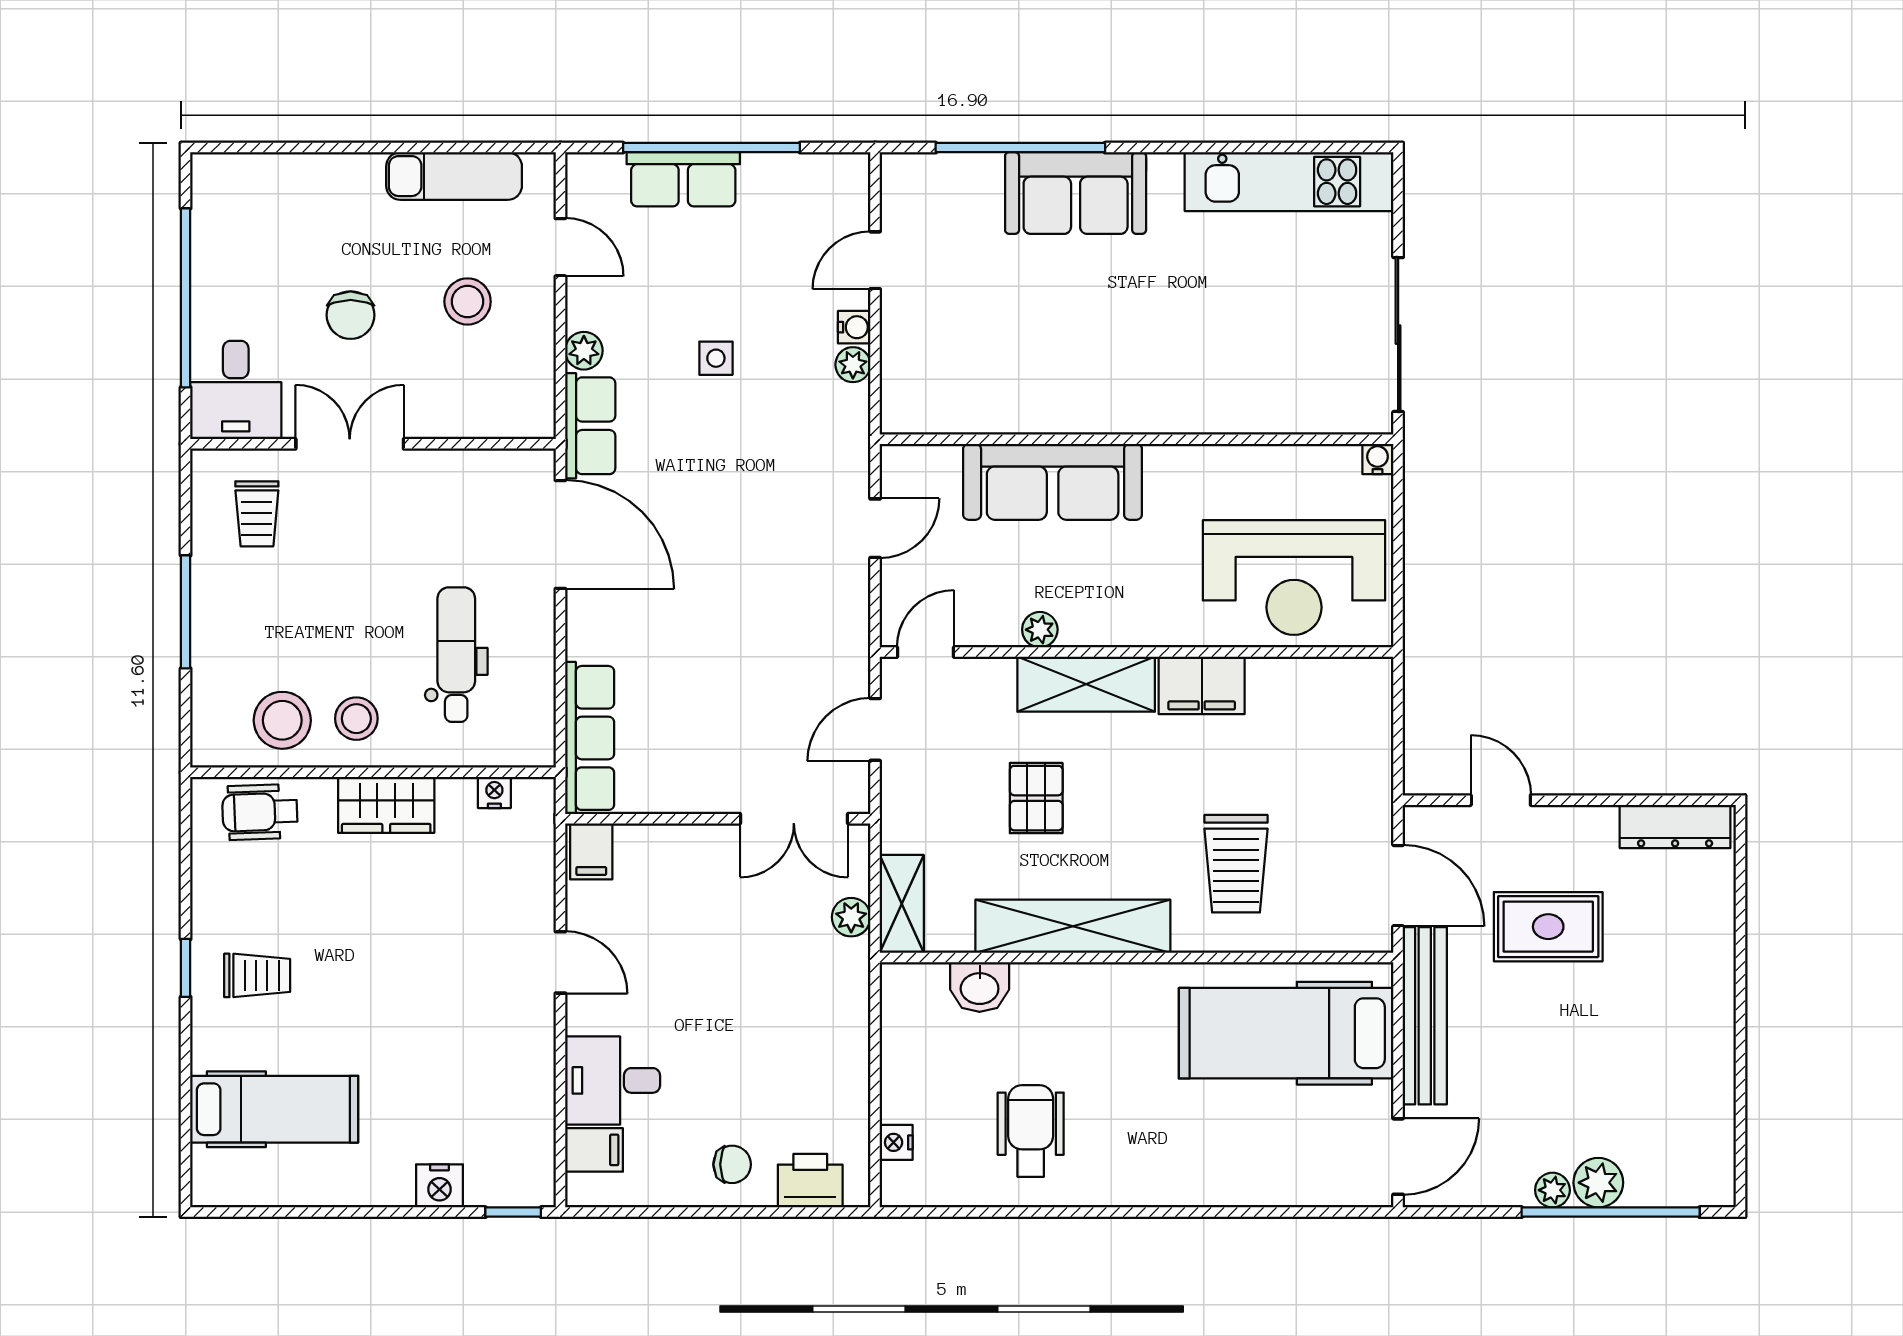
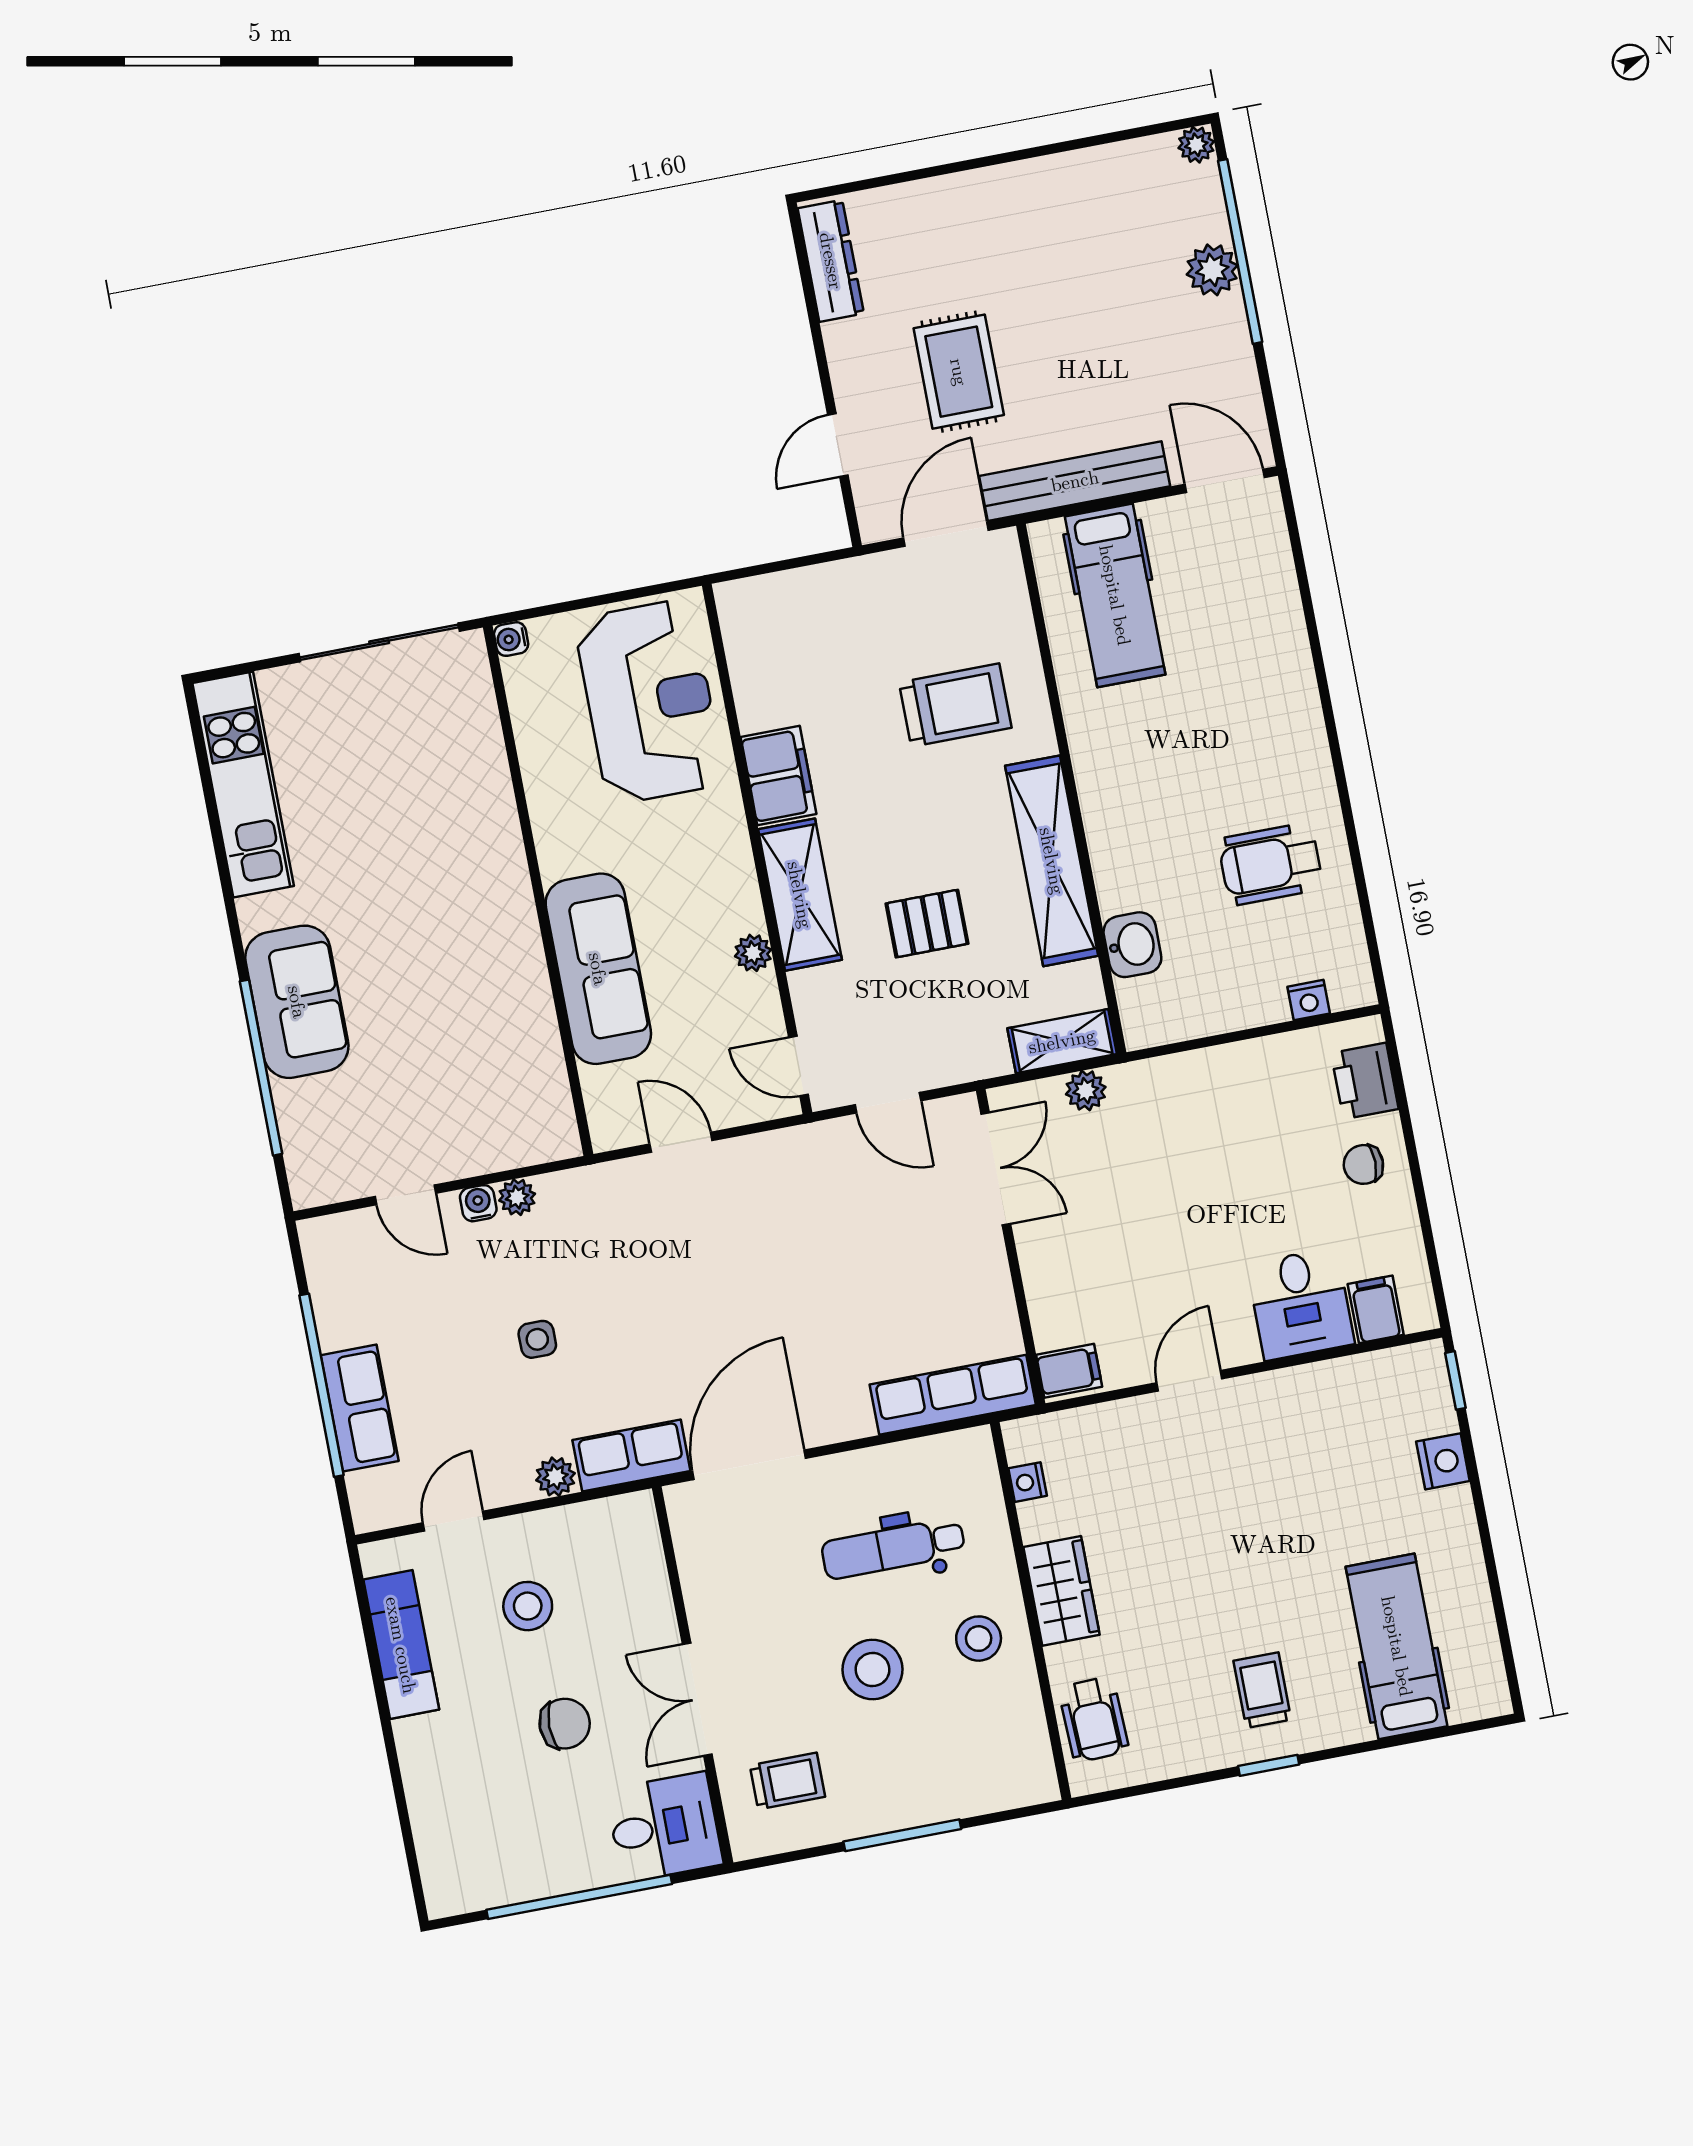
stool: (282, 720) -> (873, 1669), moved
hospital bed: (1286, 1033) -> (1115, 595), width x0.73, depth x0.78
chair: (732, 1164) -> (1363, 1164), turned -90
plant: (1552, 1190) -> (1196, 145), moved

